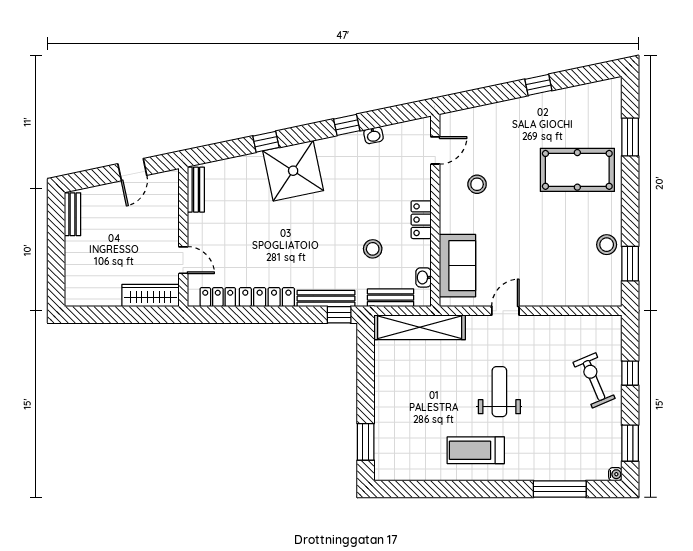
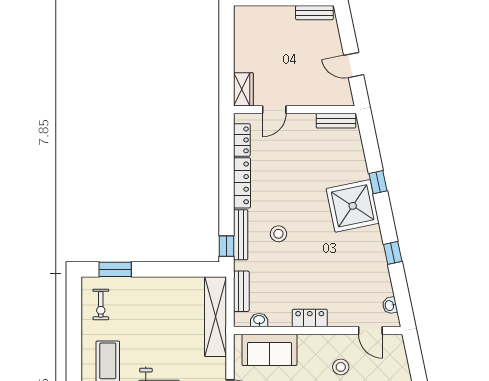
washbasin: (373, 135) -> (390, 305), moved
stool: (373, 249) -> (278, 234), moved
wardrobe: (150, 295) -> (243, 89), width x0.67
exercise bike: (406, 458) -> (101, 304), added

